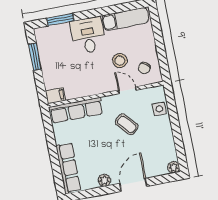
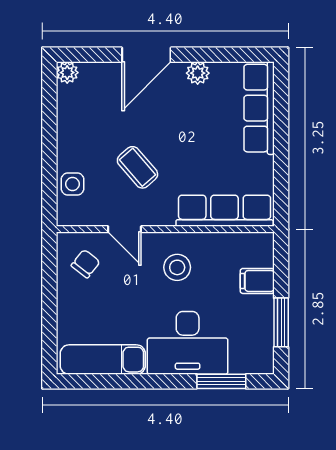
desk: (88, 35) -> (188, 343), width x1.37
stool: (120, 61) -> (177, 267), moved
filing cabinet: (55, 96) -> (257, 281), moved

